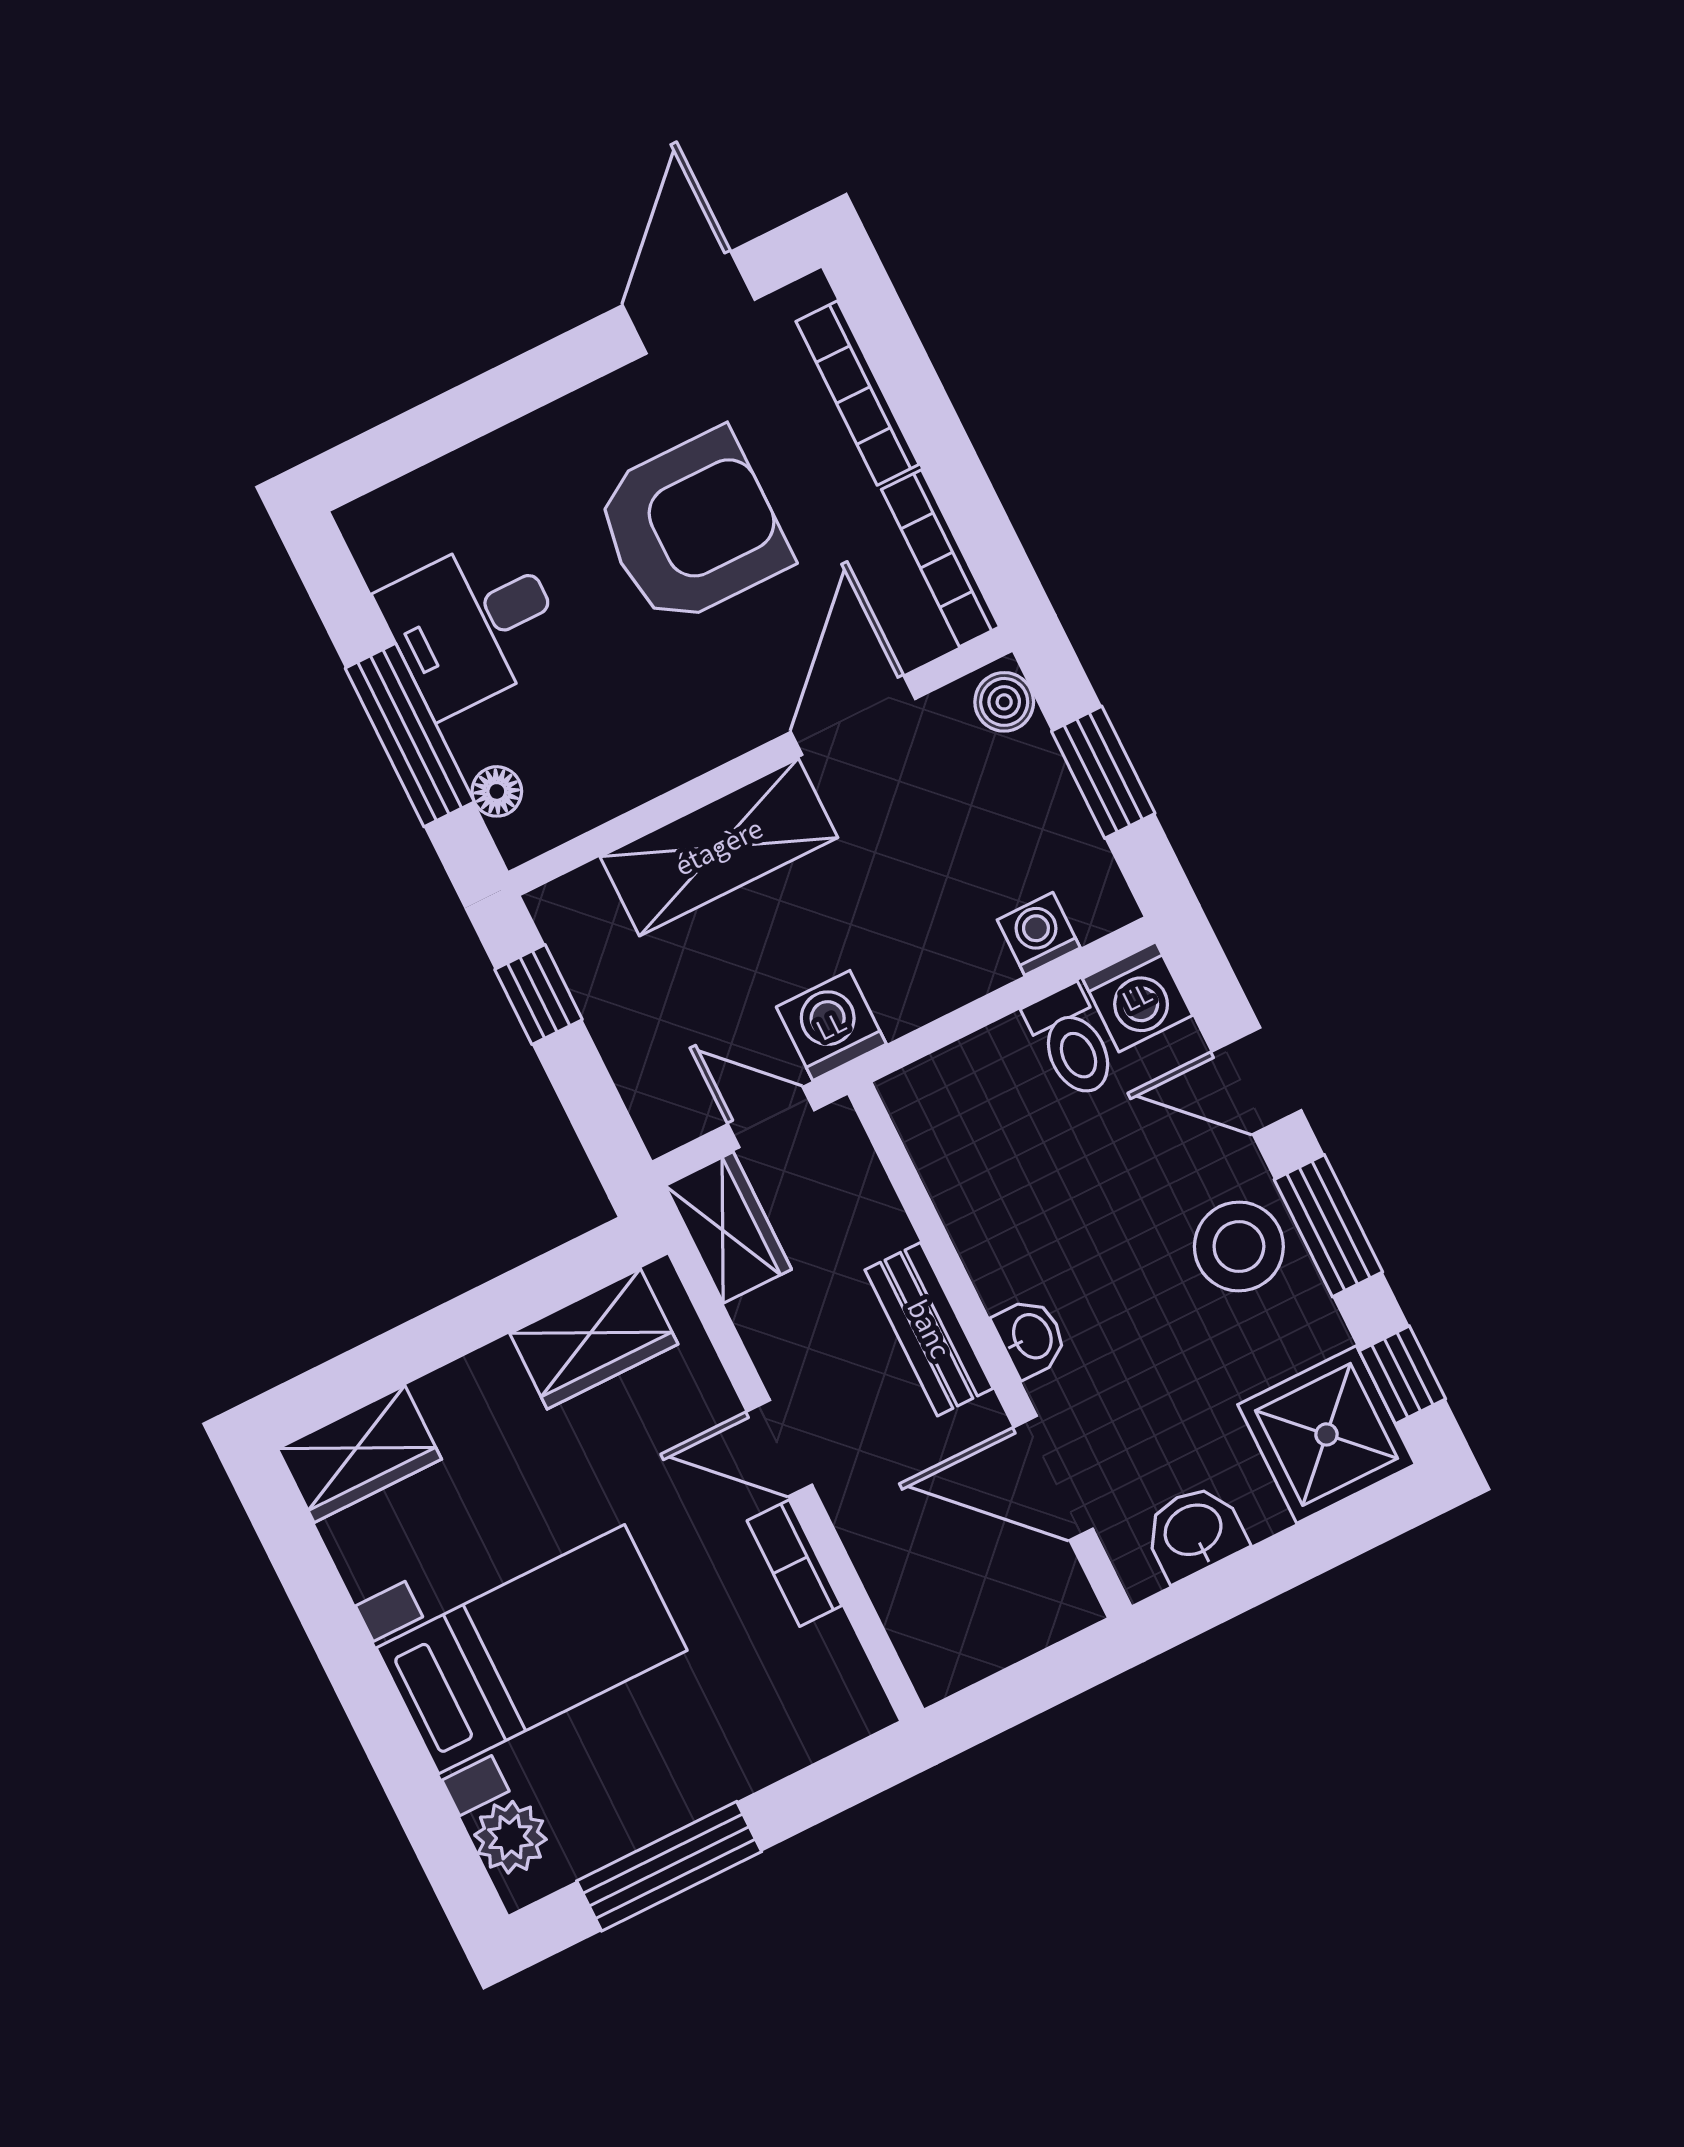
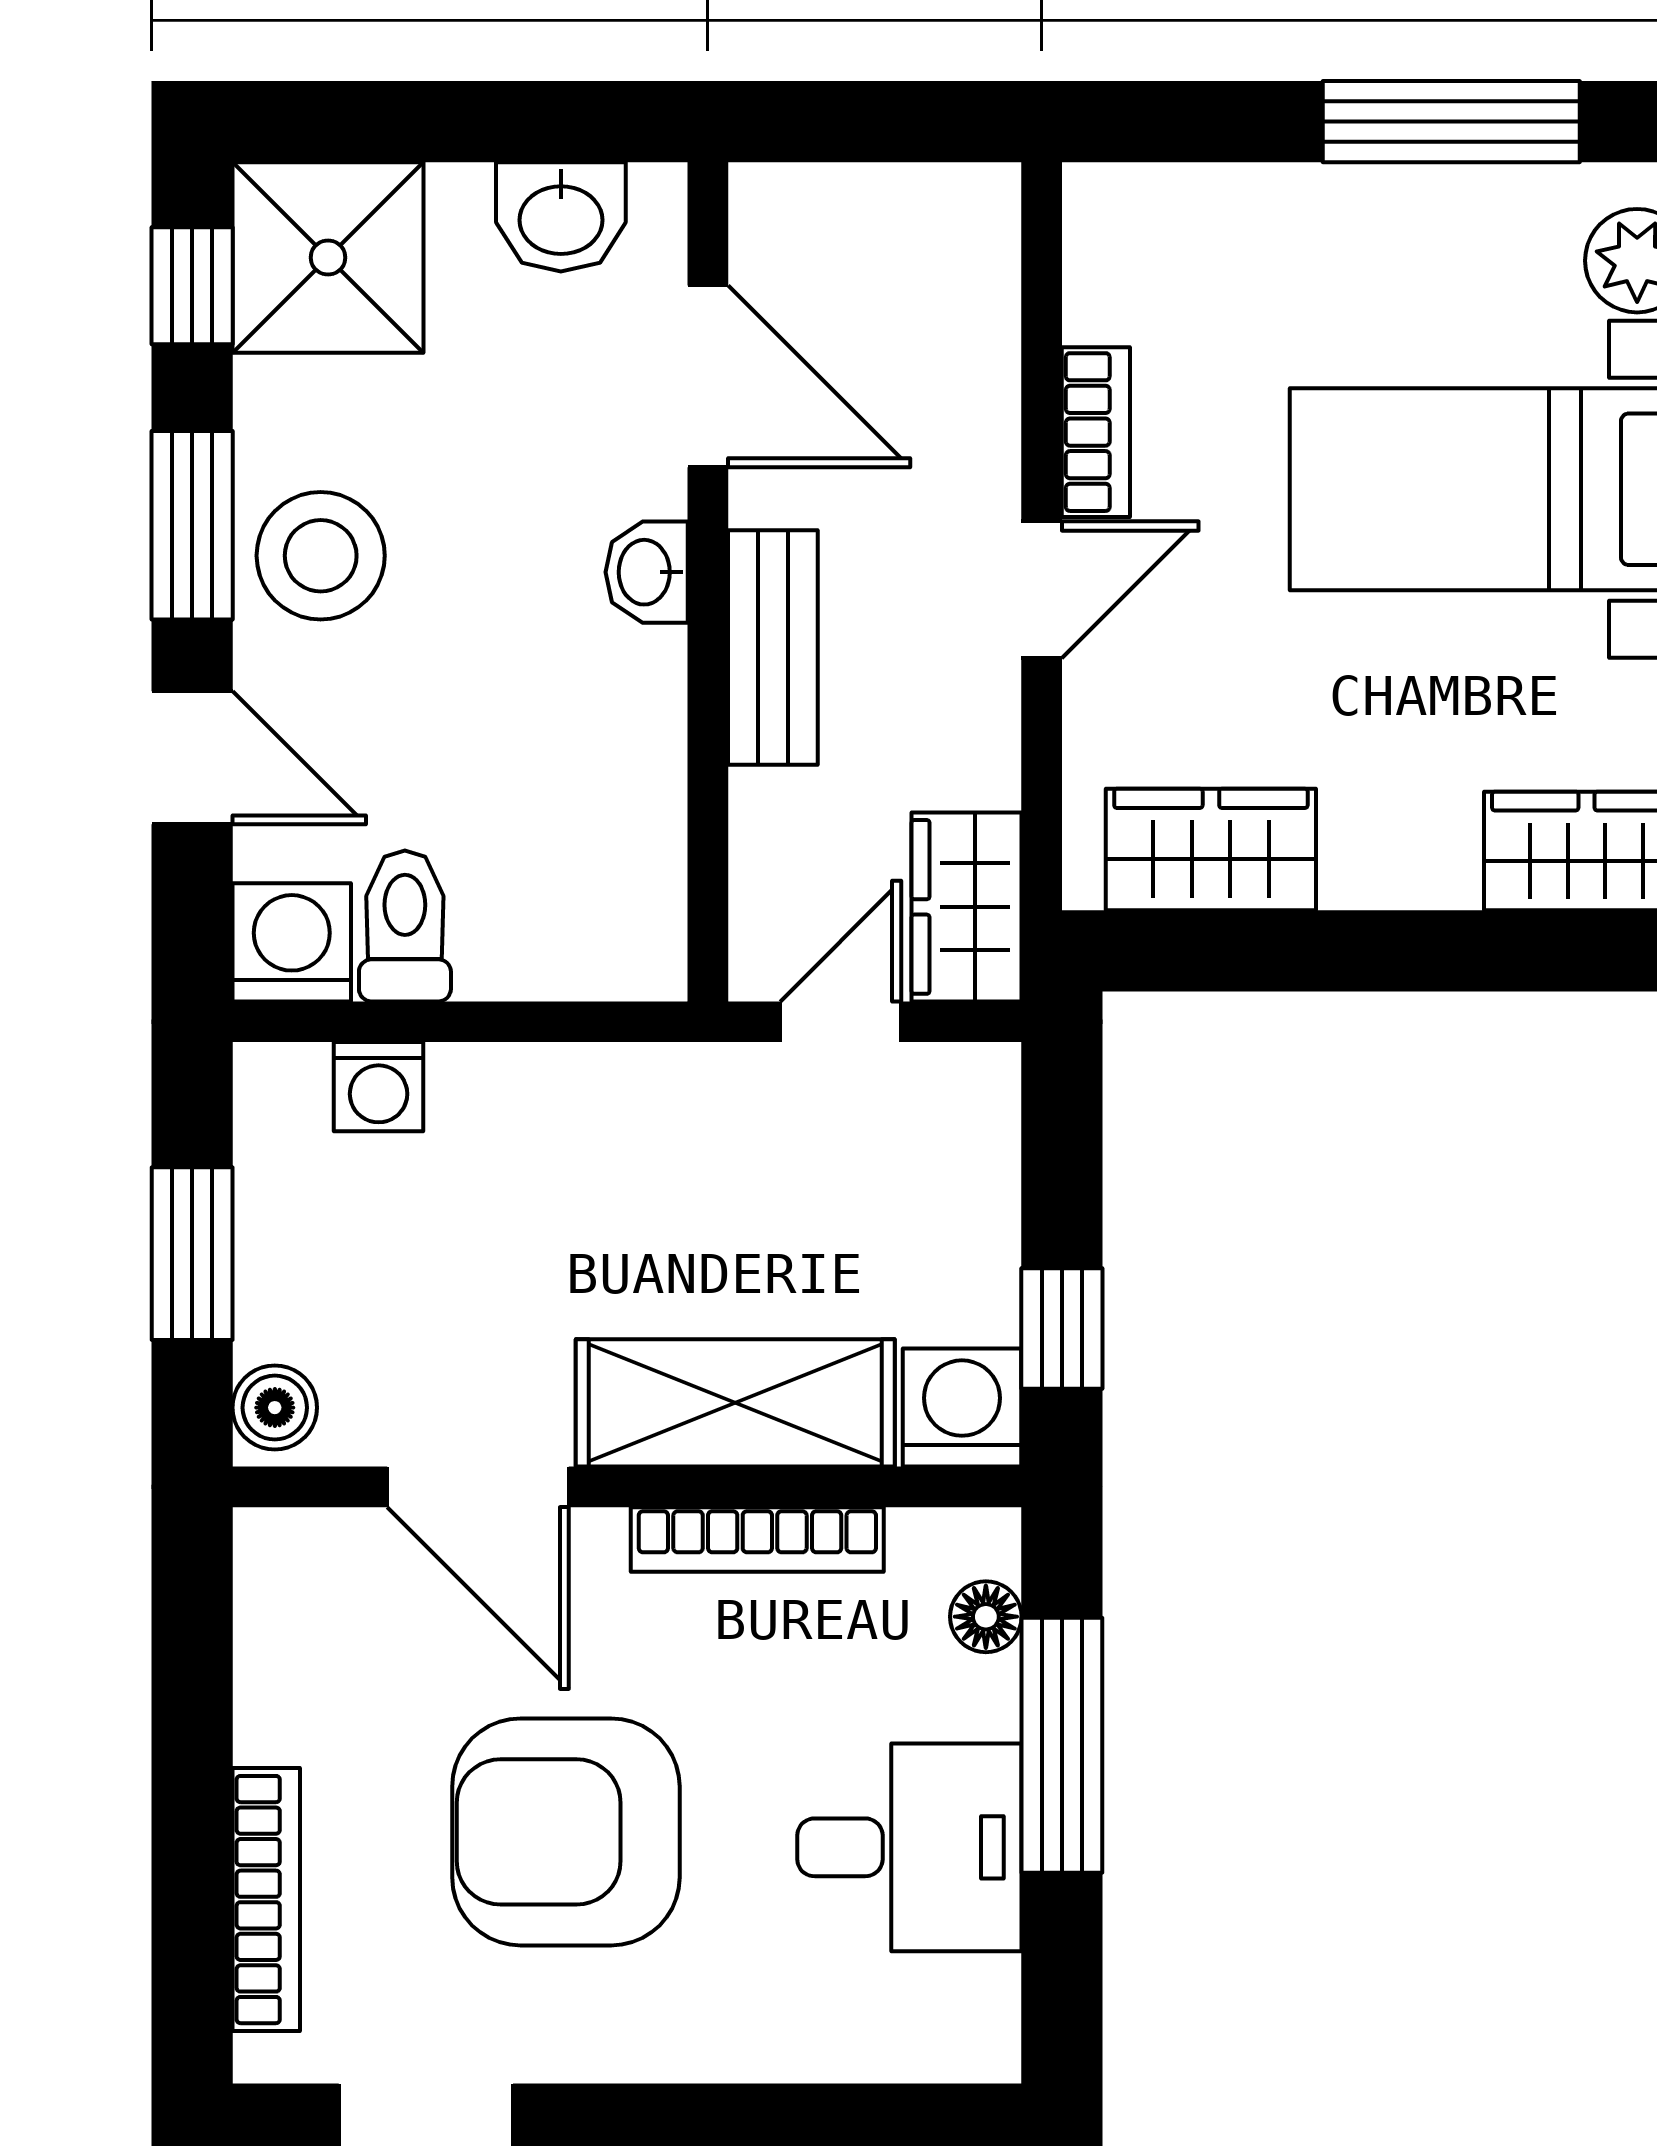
bookcase: (940, 558) -> (757, 1540), moved, turned 90
door: (853, 715) -> (478, 1487), hinge flipped
washing machine: (831, 1026) -> (962, 1408), moved, turned 180
door: (771, 1117) -> (841, 1022), swing flipped
door: (779, 1448) -> (1042, 590), hinge flipped

